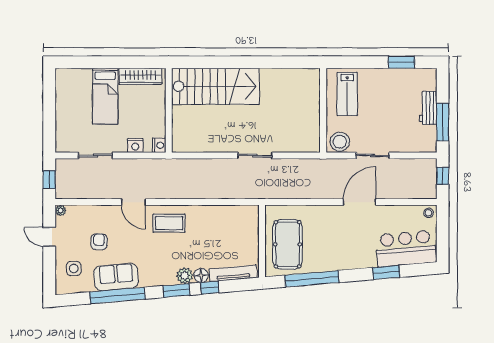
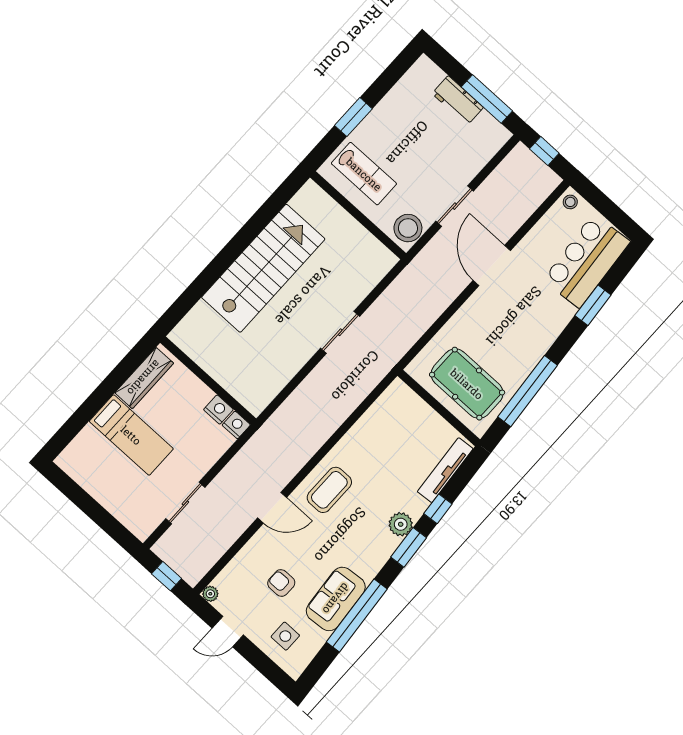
window: (401, 62) -> (353, 117), moved
stairs: (215, 86) -> (263, 268), moved
nightstand: (135, 145) -> (218, 410), moved, turned -90
floor lamp: (201, 275) -> (416, 506), removed

